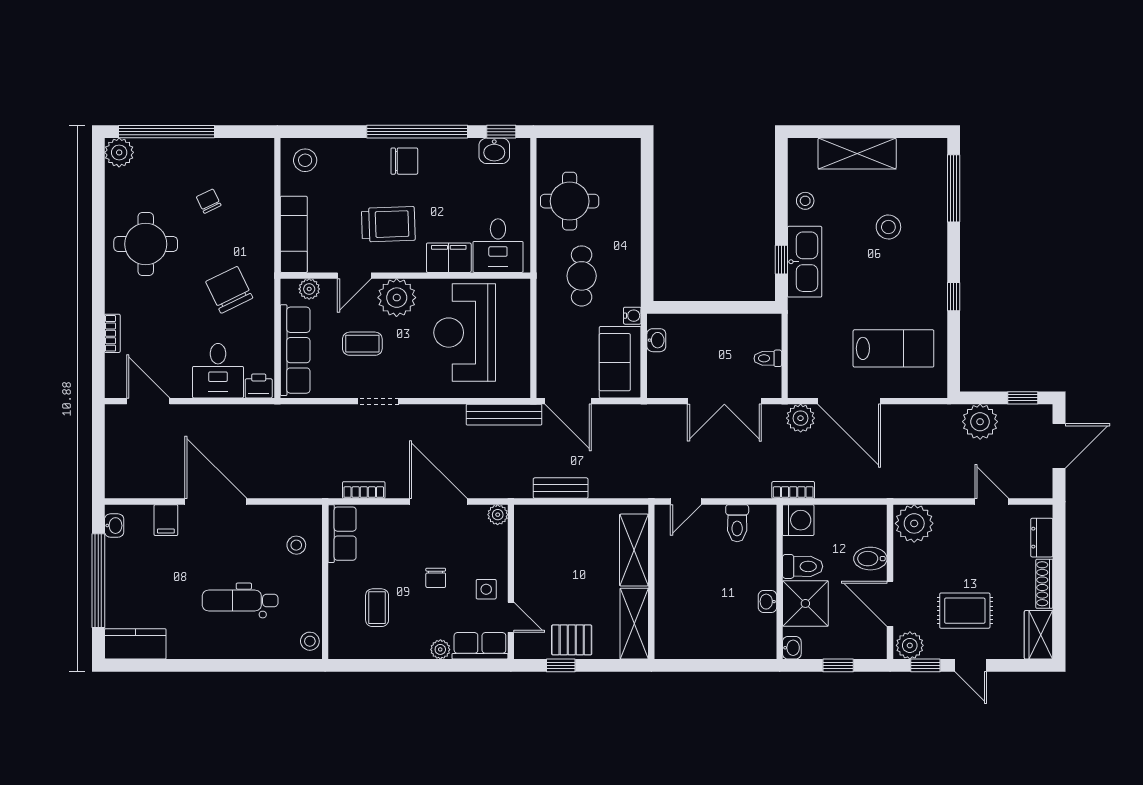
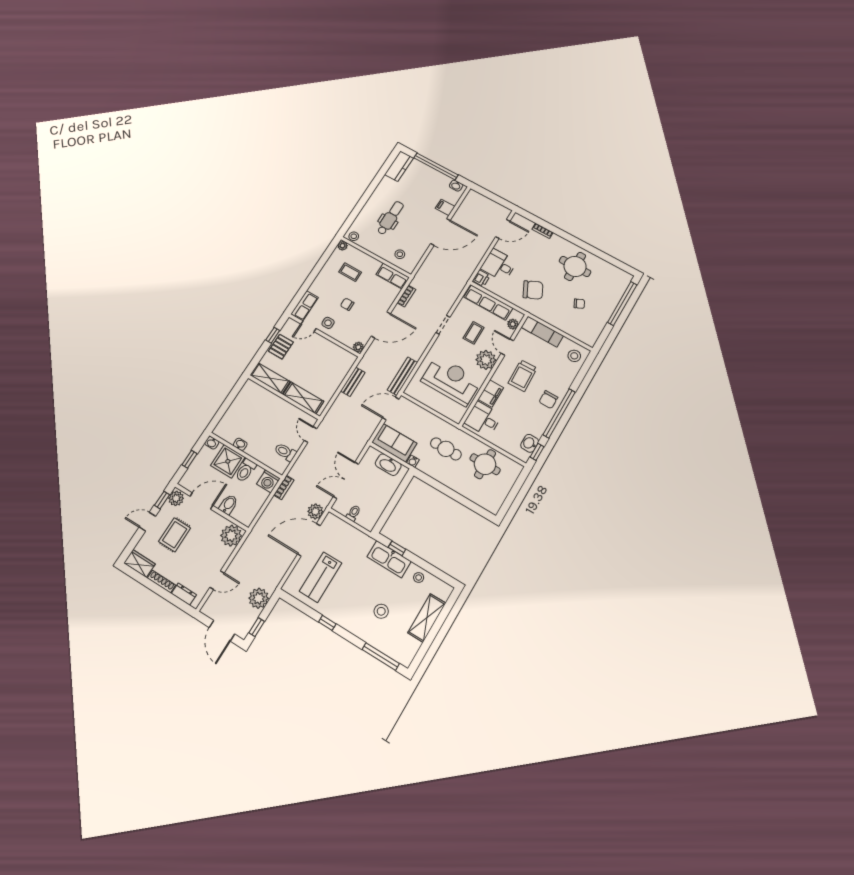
plant: (119, 152) -> (624, 278), removed
washbasin: (656, 340) -> (388, 465), width x1.91, depth x1.45
plant: (440, 649) -> (343, 246), moved

